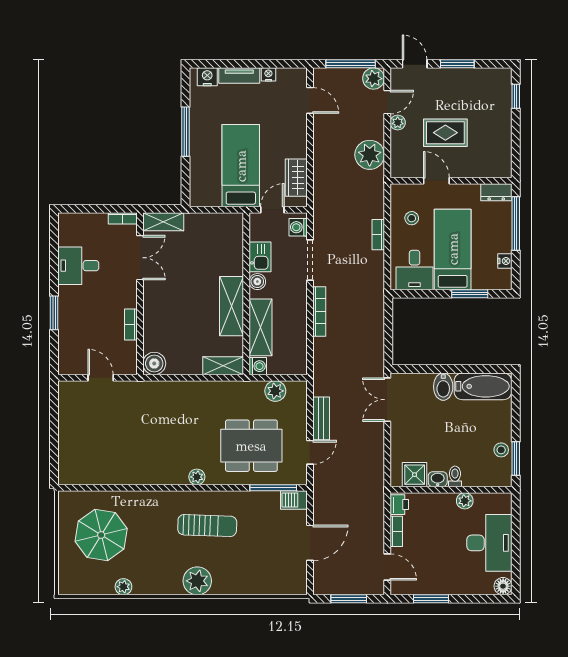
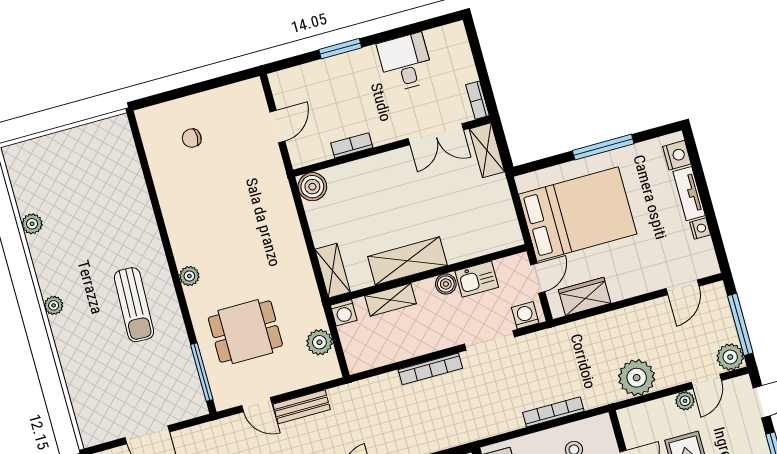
door: (387, 102) -> (706, 381), hinge flipped
bed: (241, 166) -> (578, 214), width x1.50
door: (272, 210) -> (538, 278), hinge flipped
bookcase: (378, 235) -> (553, 412), width x1.56
shelving: (261, 327) -> (391, 300), width x0.67, depth x0.75
chair: (91, 446) -> (192, 138), added
dining table: (251, 446) -> (245, 332), width x0.73
barbecue: (294, 500) -> (194, 401), removed
parasol: (101, 535) -> (87, 180), removed
plant: (197, 581) -> (54, 305), width x0.53, depth x0.53

